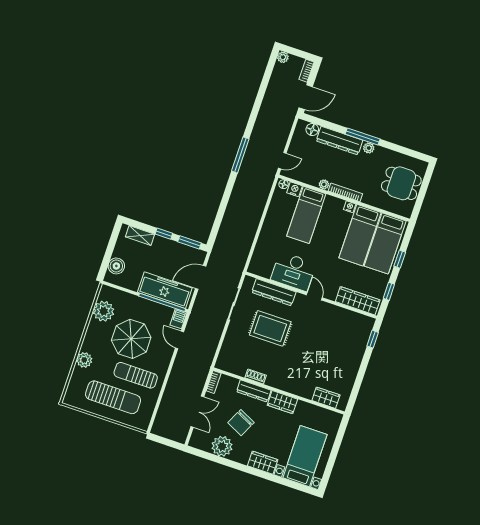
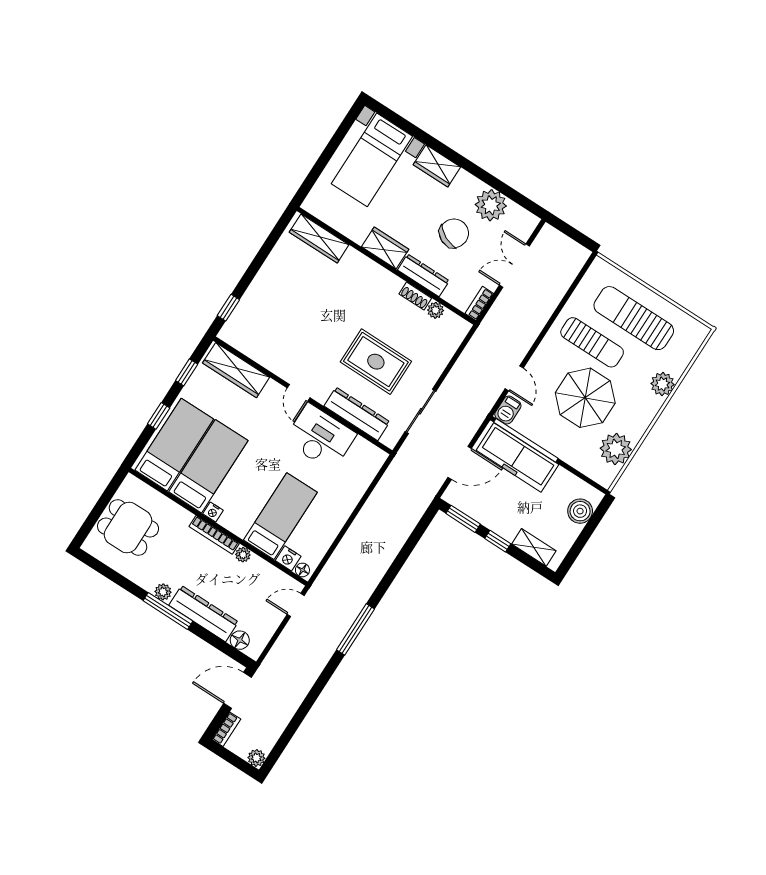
plant: (240, 371) -> (436, 310), added
wardrobe: (326, 398) -> (319, 239), width x1.50

